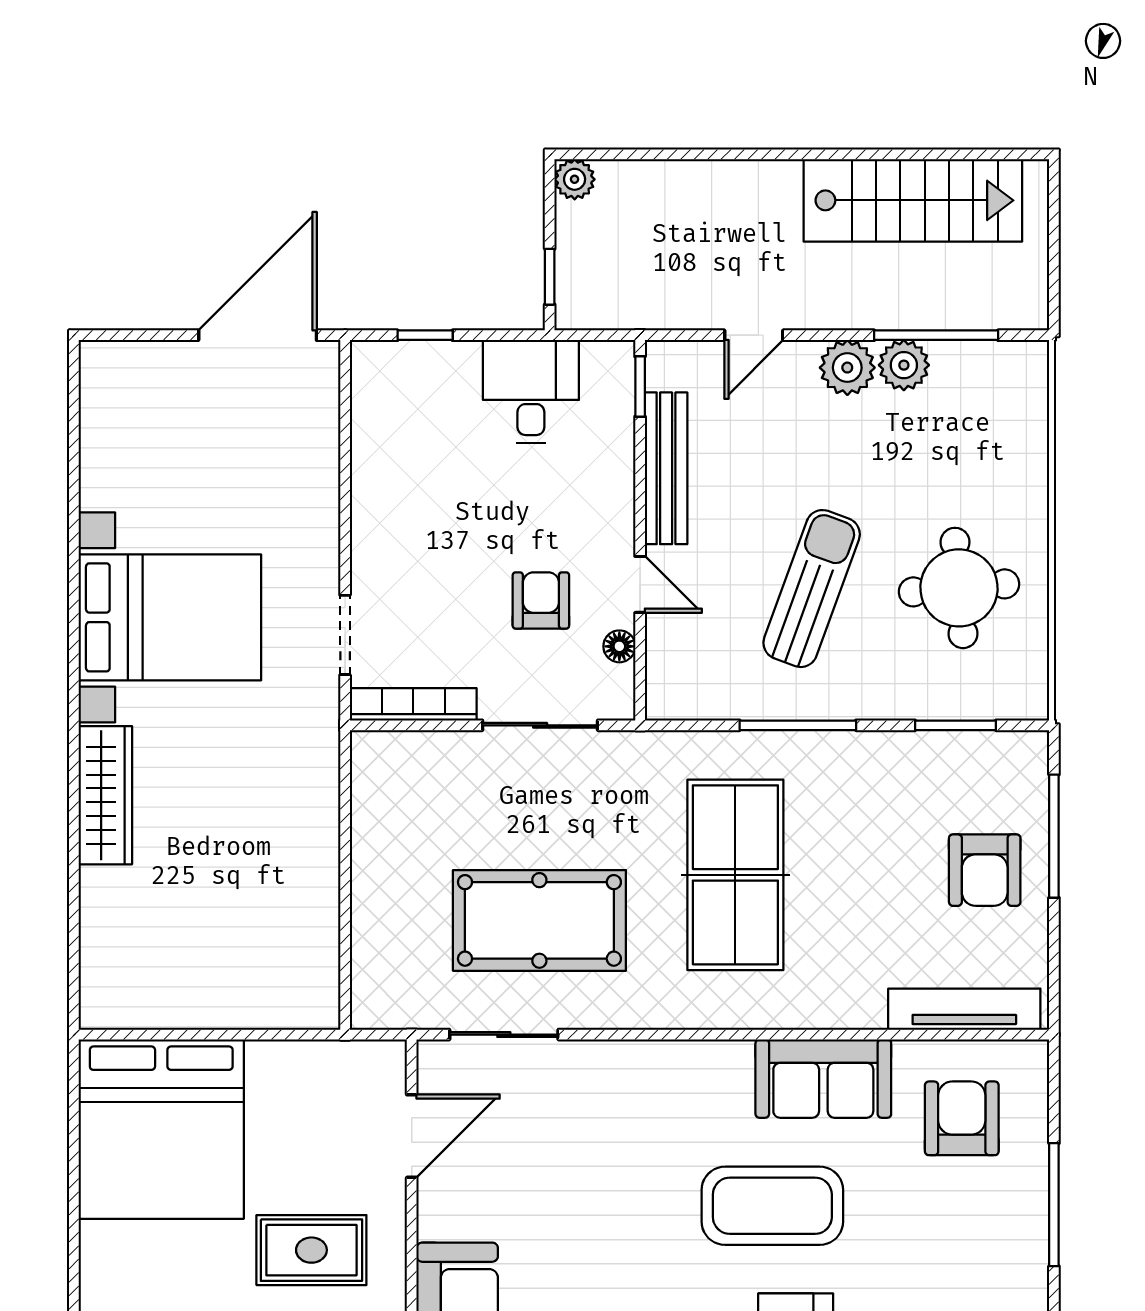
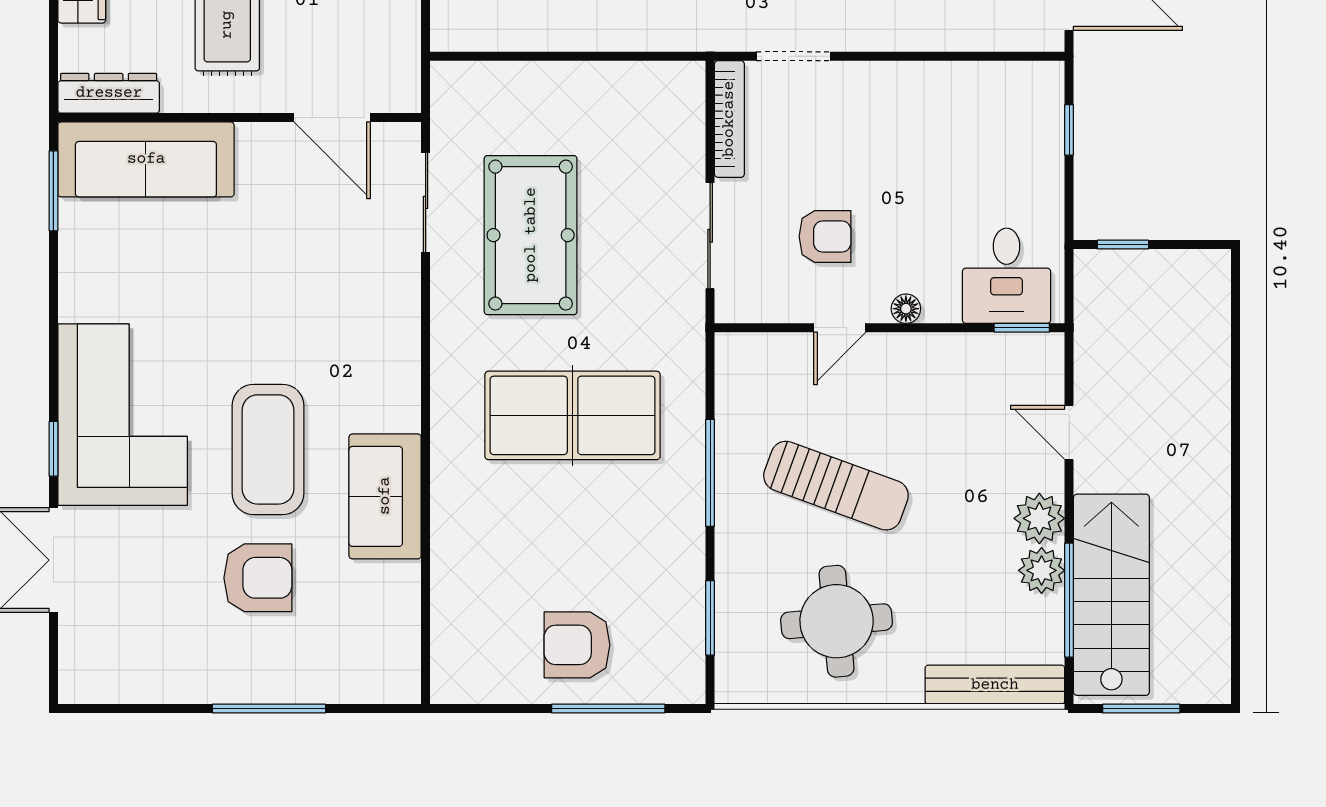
plant: (575, 179) -> (1213, 267), removed
stairs: (913, 200) -> (1111, 595), moved, turned 180
window: (1054, 257) -> (1141, 709), added
desk: (531, 392) -> (1007, 276), moved, turned 90
bench: (666, 468) -> (995, 685), moved
floor lamp: (619, 646) -> (906, 309), moved
tv unit: (964, 1009) -> (449, 626), removed
armchair: (962, 1118) -> (258, 578), moved

